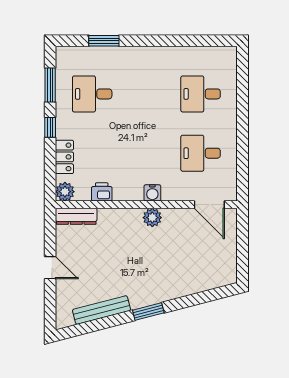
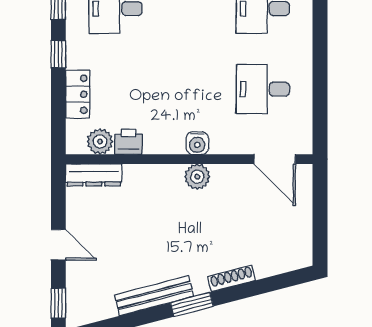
plant: (65, 192) -> (100, 141), moved
shoe rack: (178, 292) -> (232, 279), added
bench: (101, 310) -> (154, 296), moved
window: (50, 311) -> (58, 303), added

